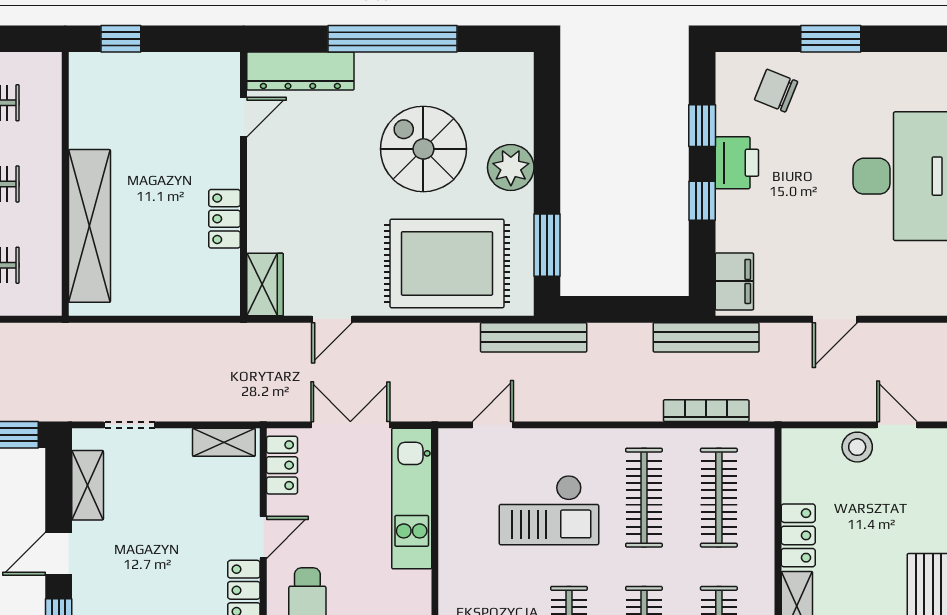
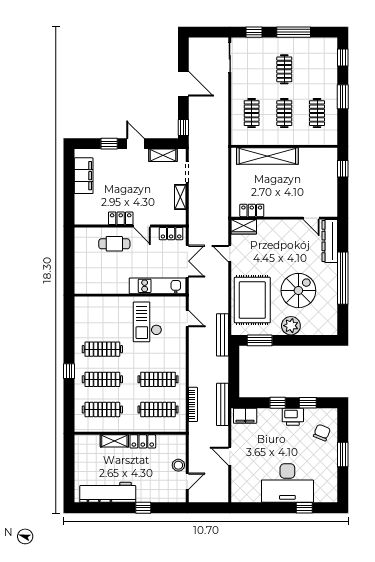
locker: (224, 219) -> (252, 210), moved
shelving: (224, 442) -> (180, 197), moved
checkout: (549, 510) -> (147, 322), moved

